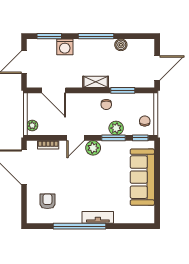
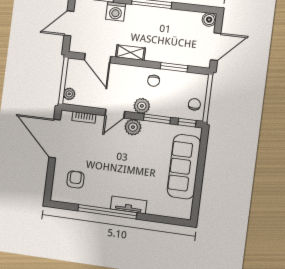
boiler: (121, 45) -> (209, 20), moved
shelving: (96, 82) -> (130, 53), moved
plant: (116, 128) -> (142, 106), moved

